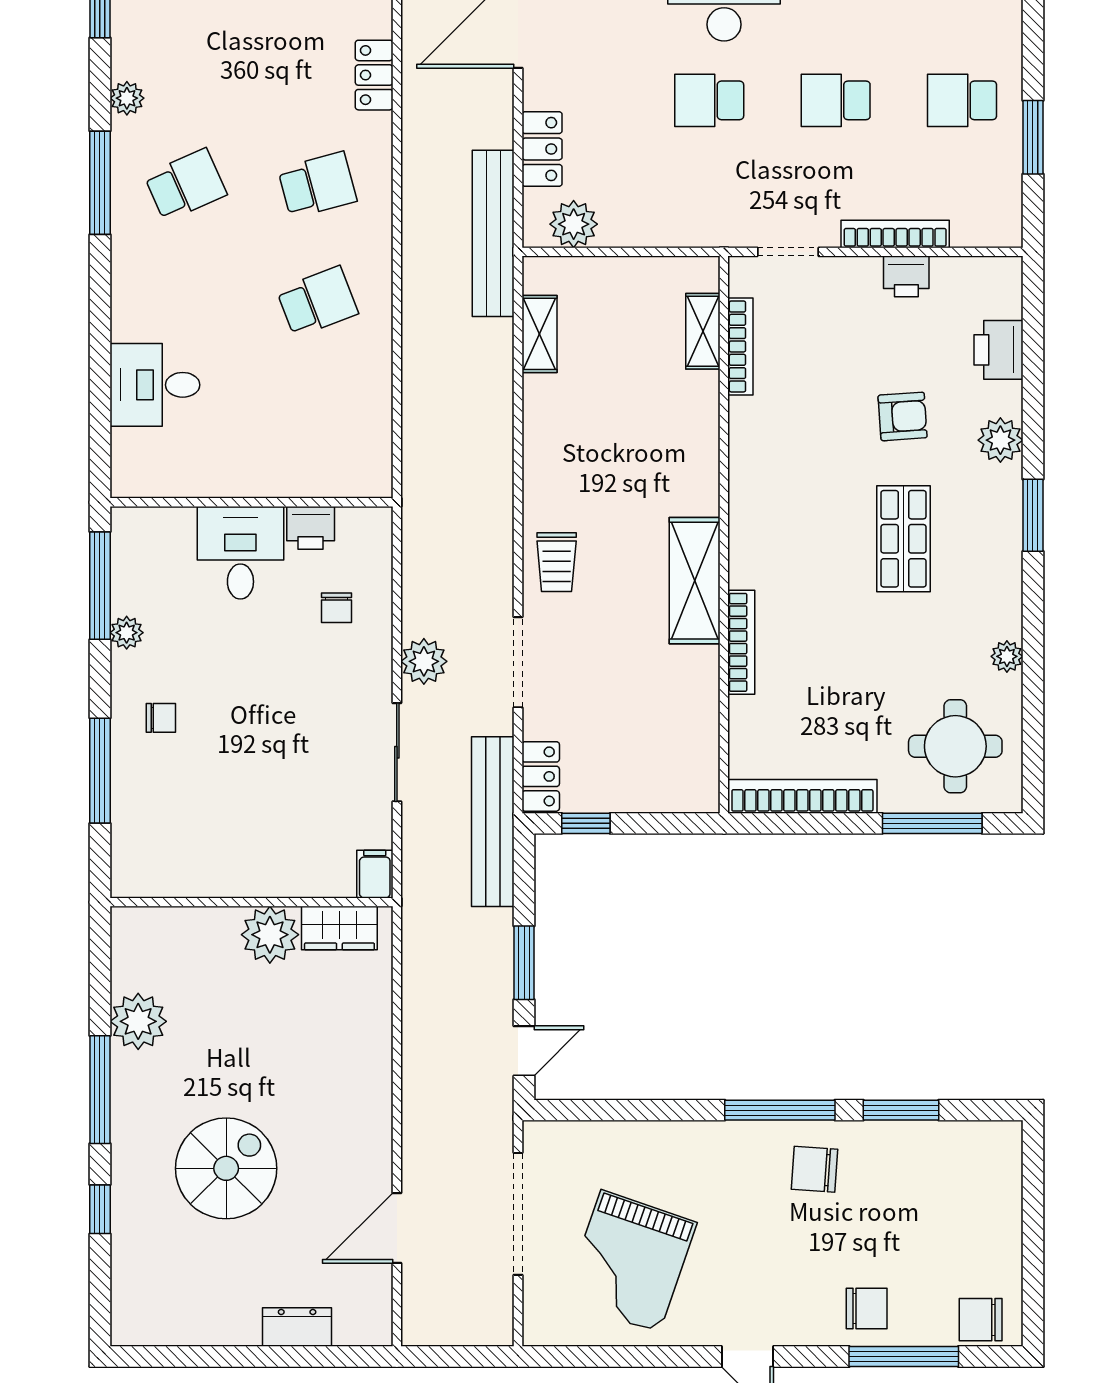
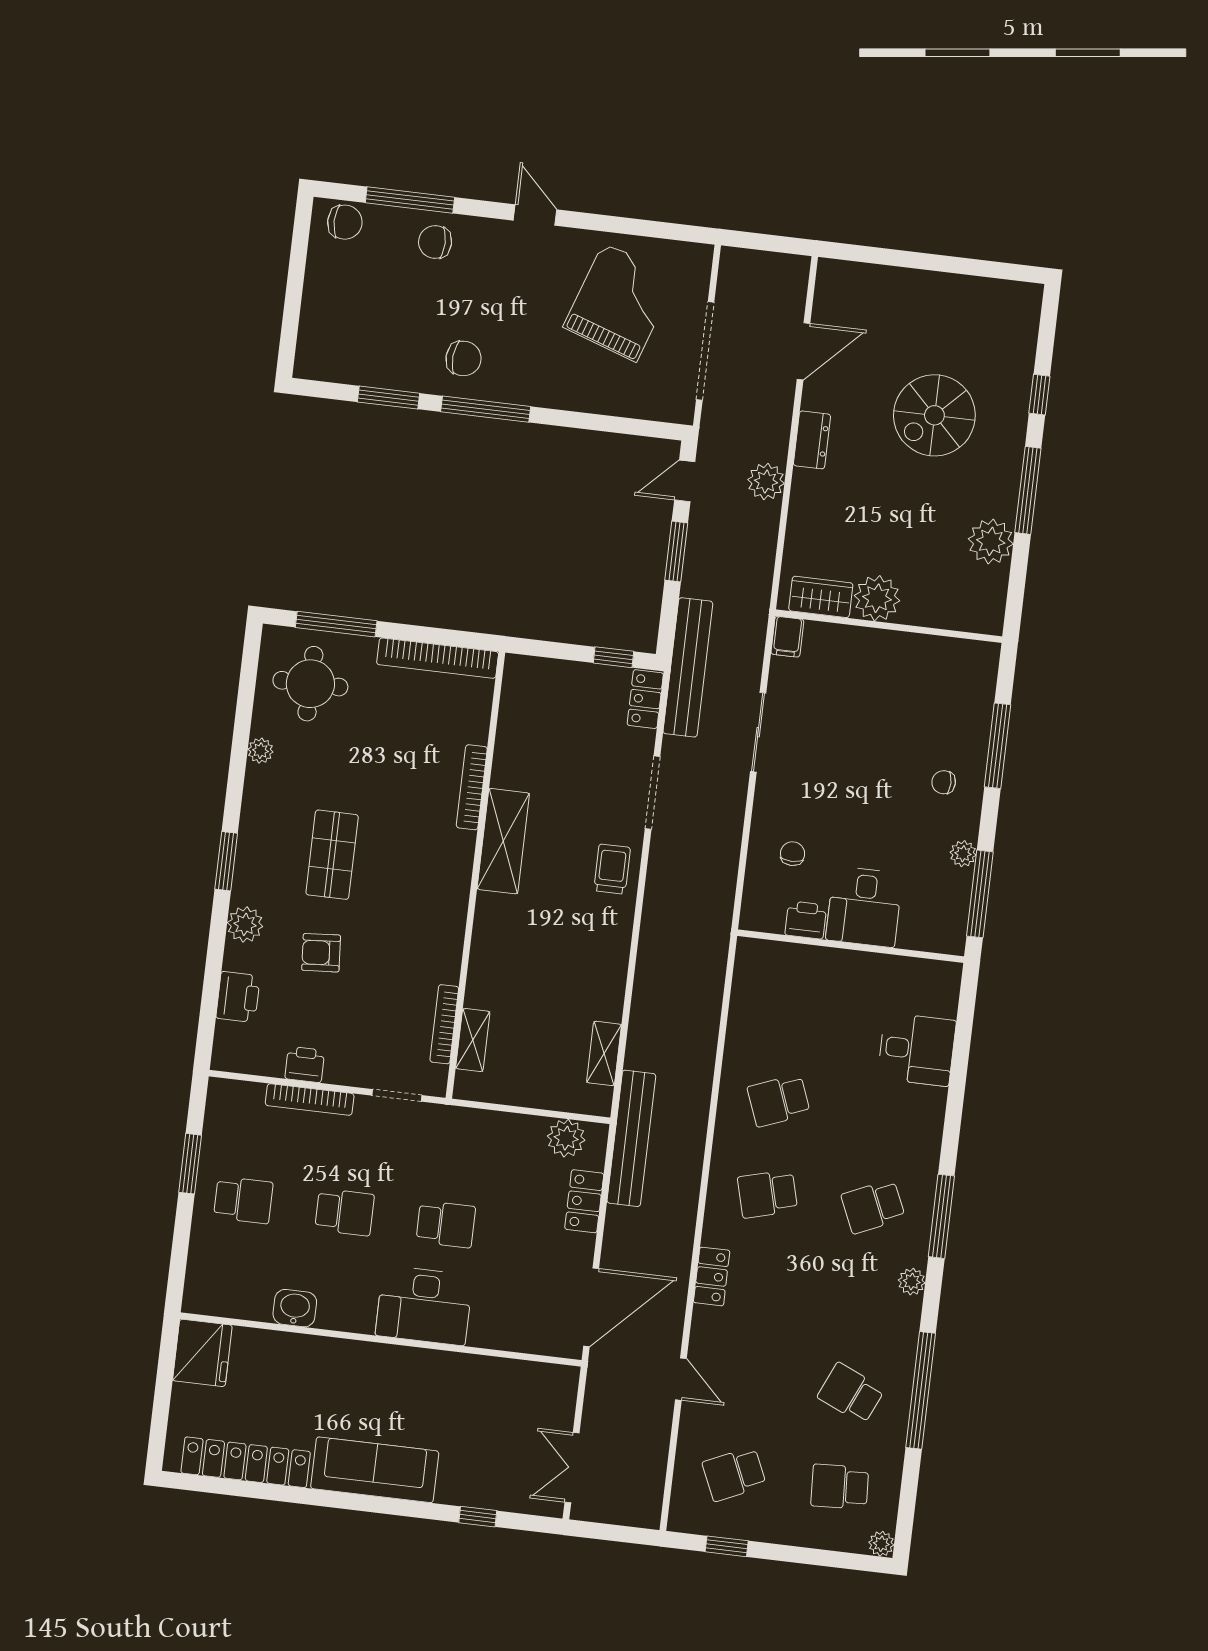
plant: (424, 661) -> (766, 482), moved
dresser: (297, 1327) -> (812, 440), moved, turned -90

